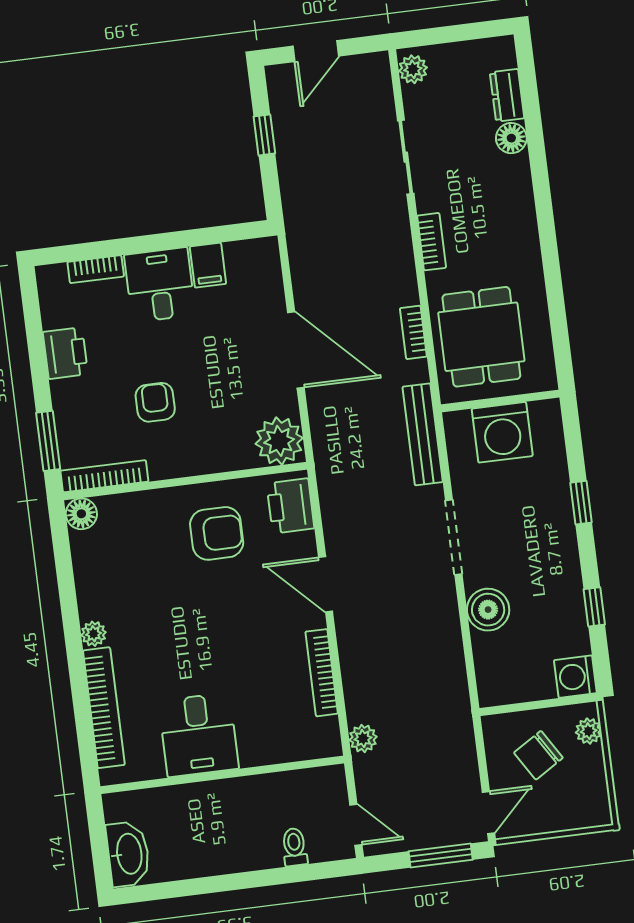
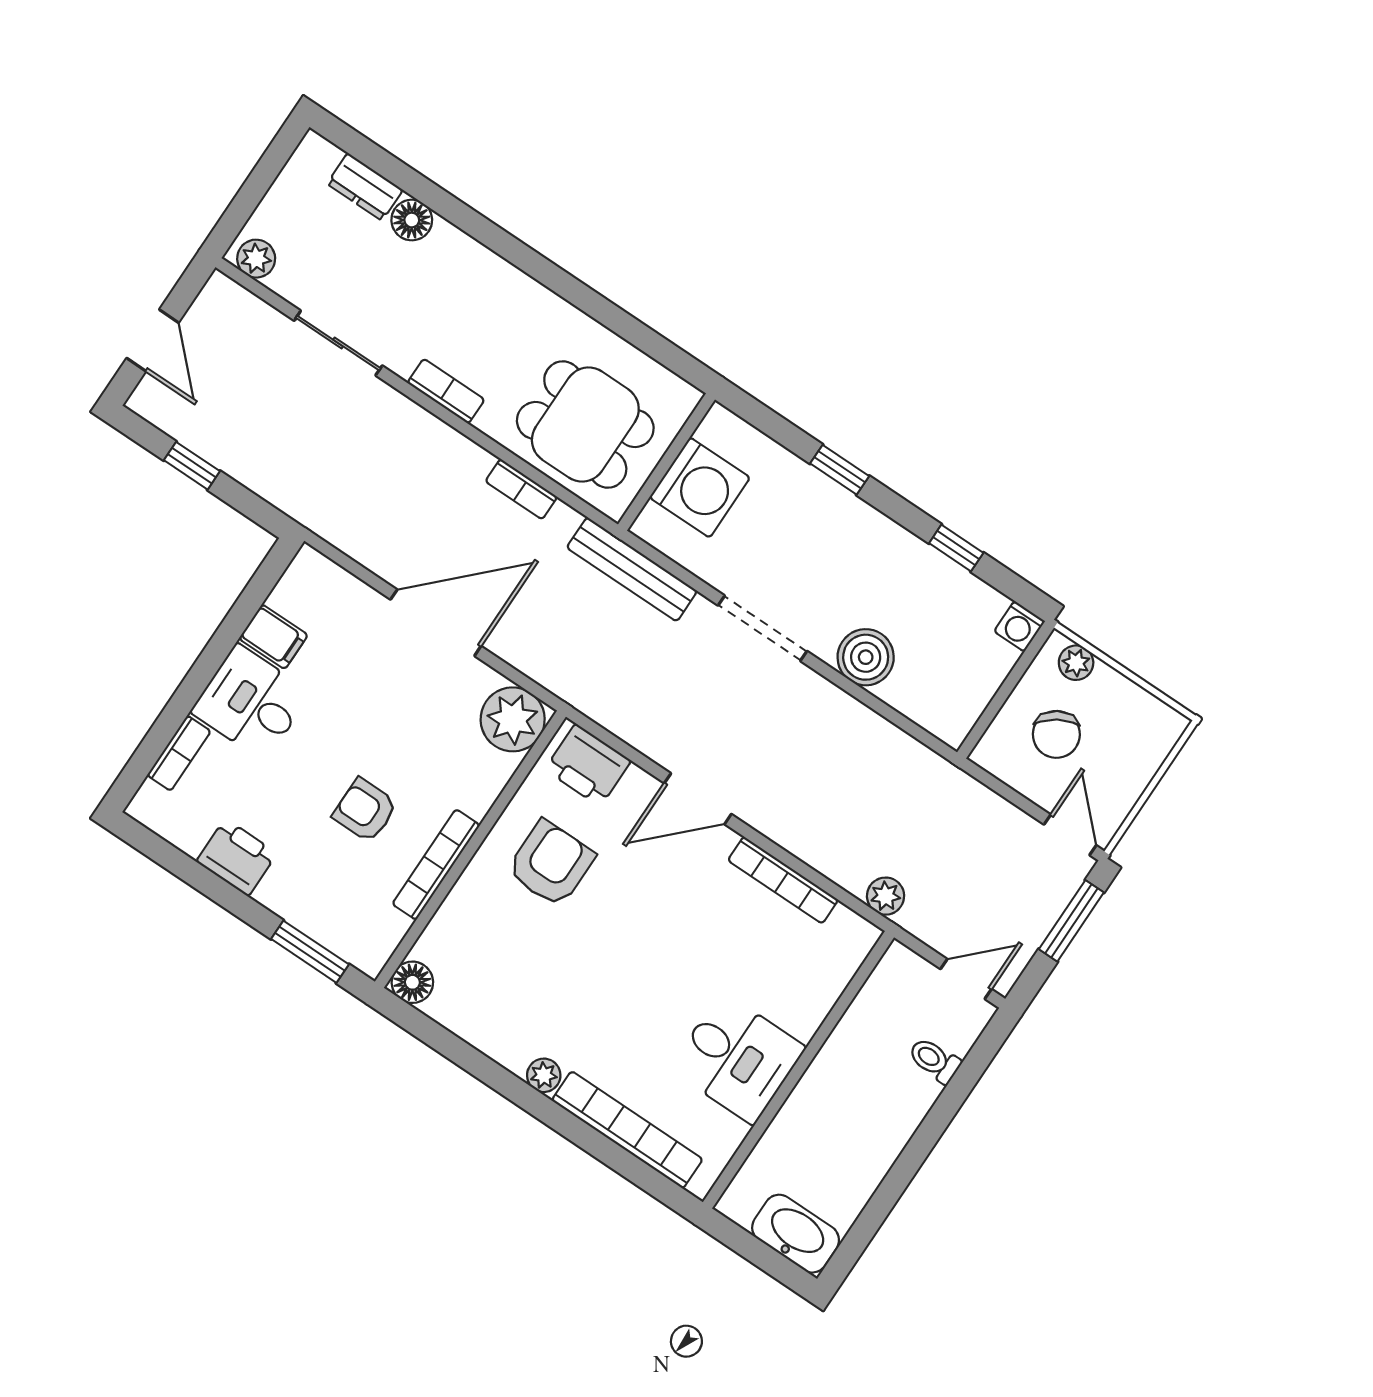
bookcase: (104, 476) -> (436, 865), moved
washing machine: (575, 677) -> (1019, 626), width x0.73, depth x0.73

